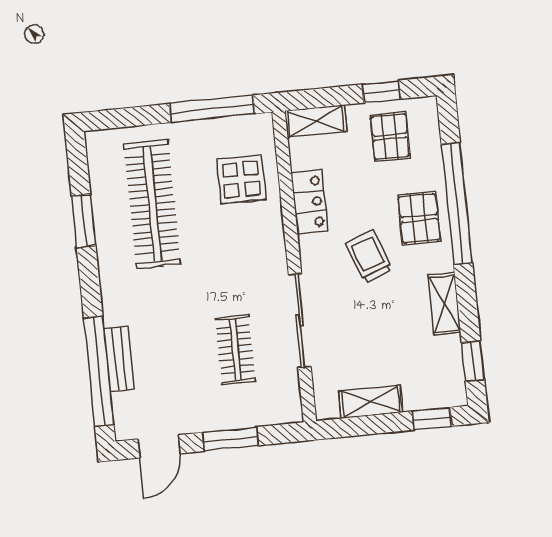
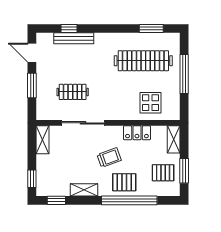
window: (381, 92) -> (184, 171), width x1.50
window: (212, 109) -> (184, 74), moved
window: (84, 221) -> (151, 28), moved
bench: (119, 359) -> (74, 38), width x1.36
window: (99, 371) -> (69, 28), width x0.32
shelving: (371, 402) -> (43, 140), moved

